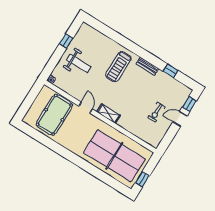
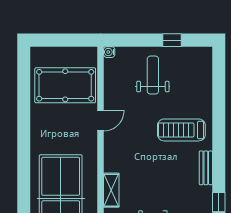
weight bench: (79, 63) -> (153, 75), turned 180
shelving: (108, 114) -> (111, 190), moved

